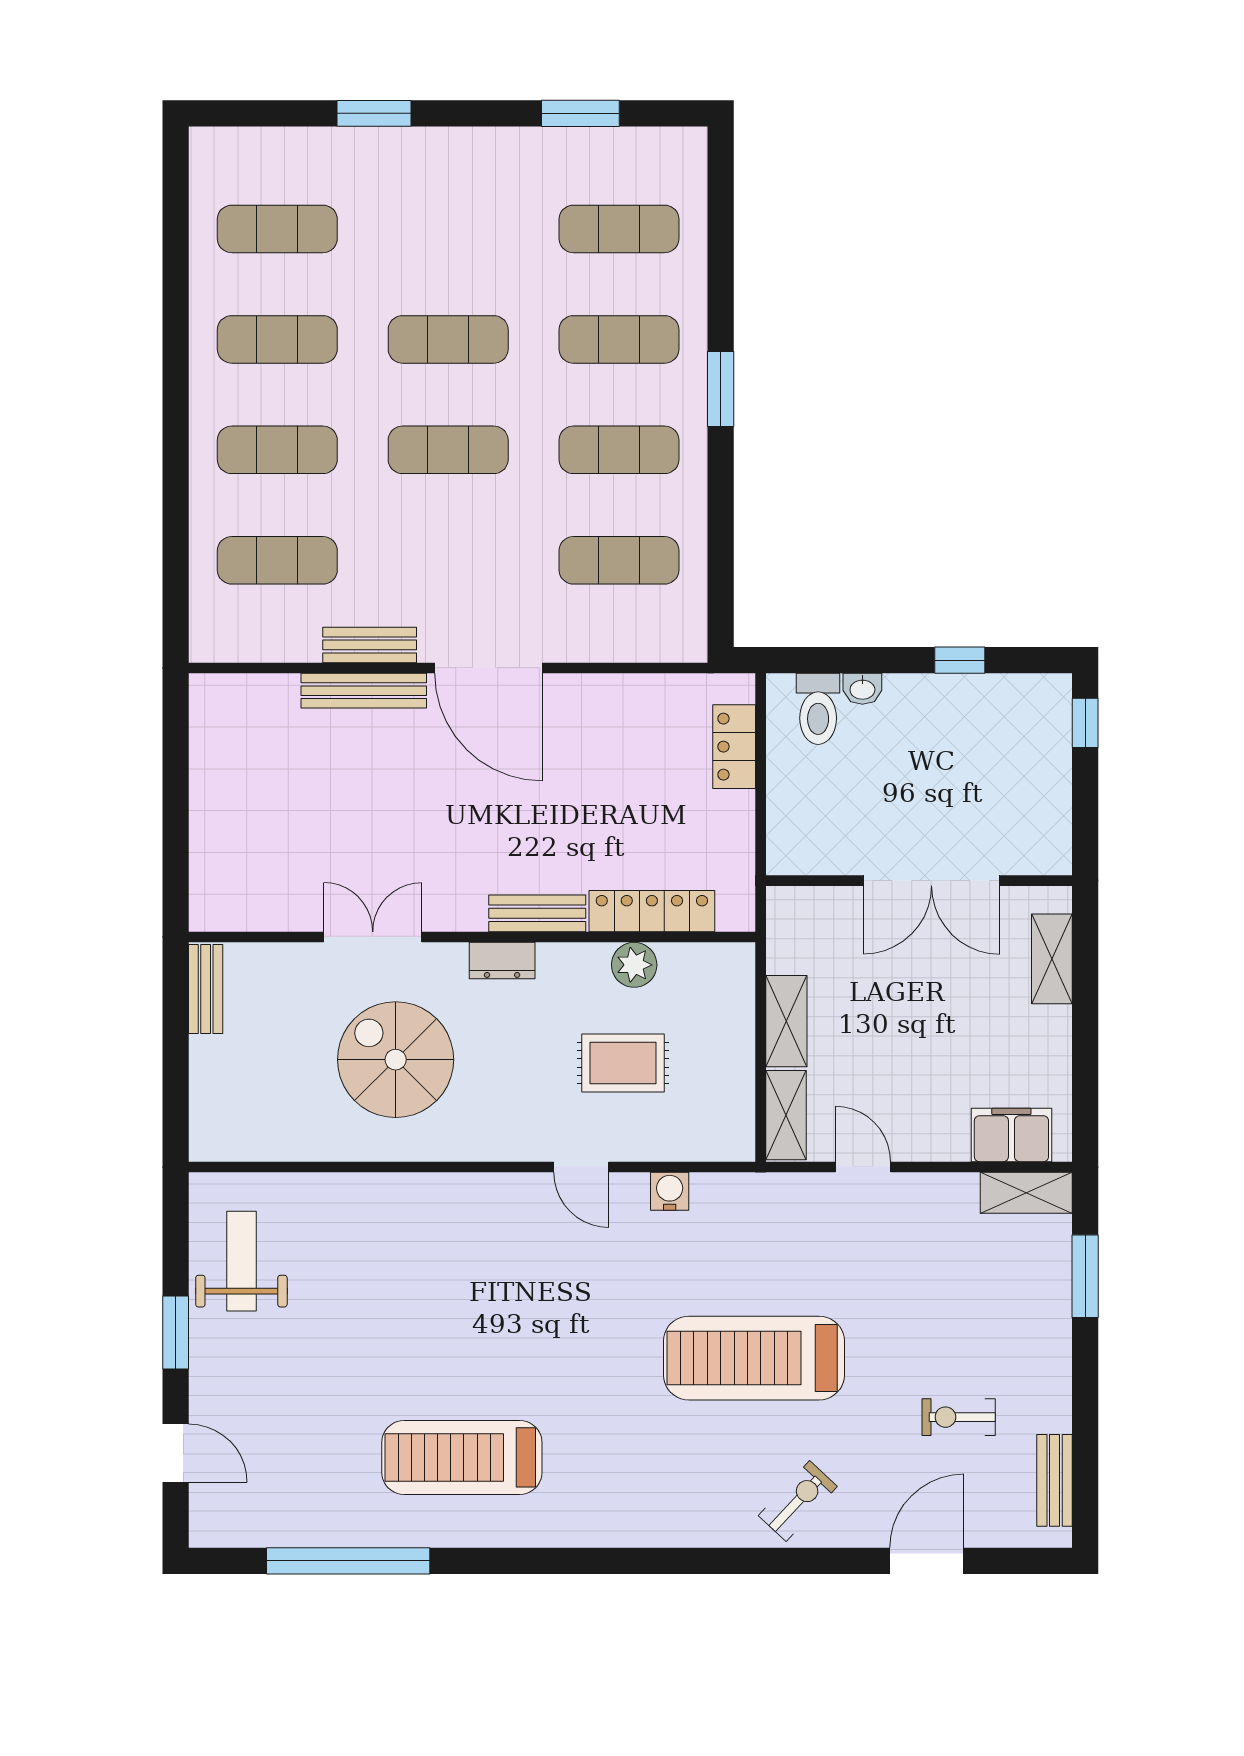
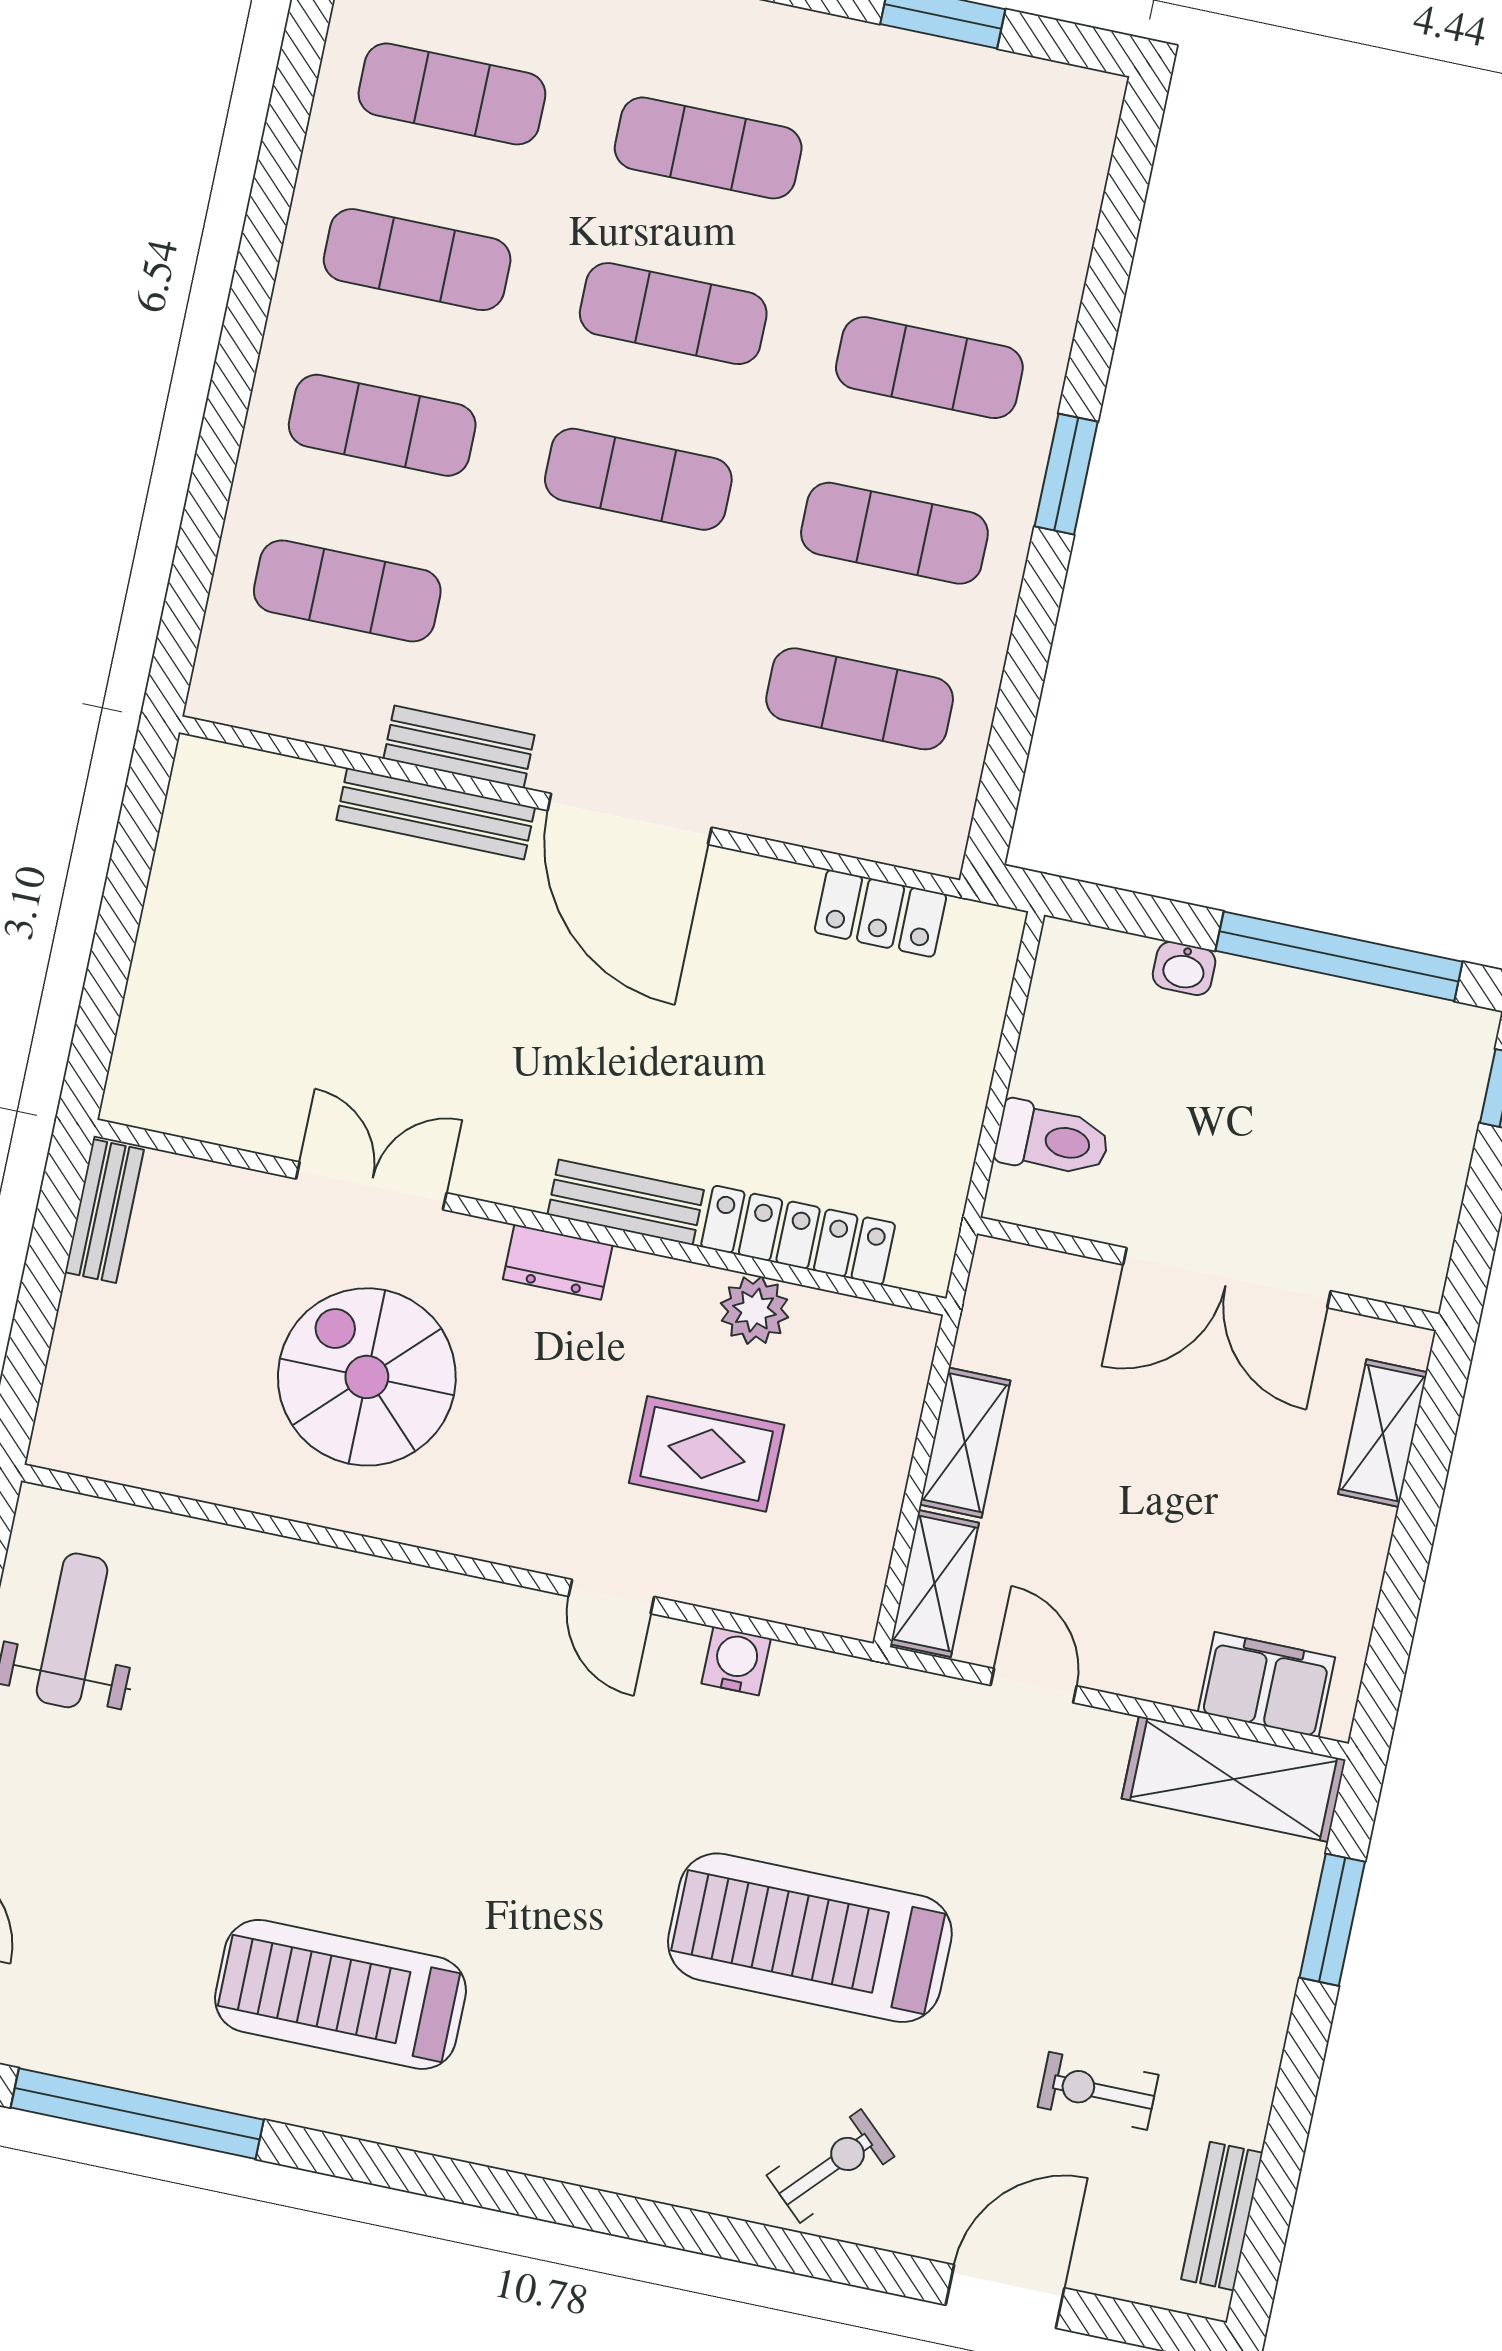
exercise mat: (619, 229) -> (708, 148), moved
window: (960, 660) -> (1339, 956), width x3.17
toilet: (818, 709) -> (1052, 1140), moved, turned -90
locker: (734, 747) -> (881, 913), moved, turned -90
shelving: (1026, 1193) -> (1234, 1779), width x1.50, depth x1.33

